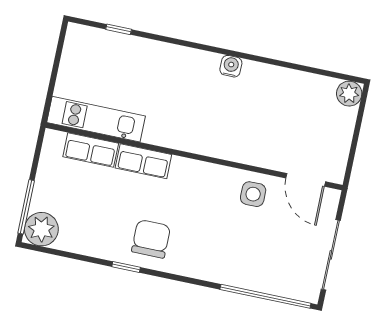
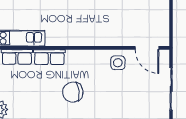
chair: (151, 239) -> (73, 92), moved, turned -97

